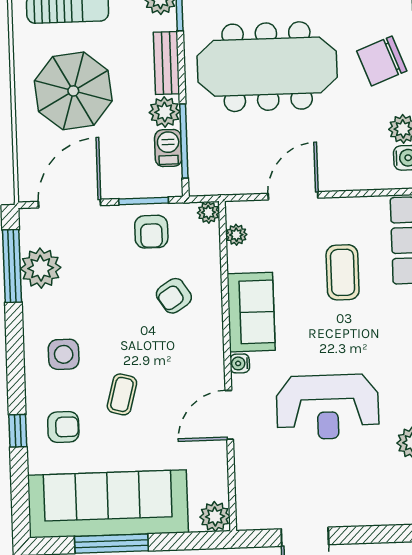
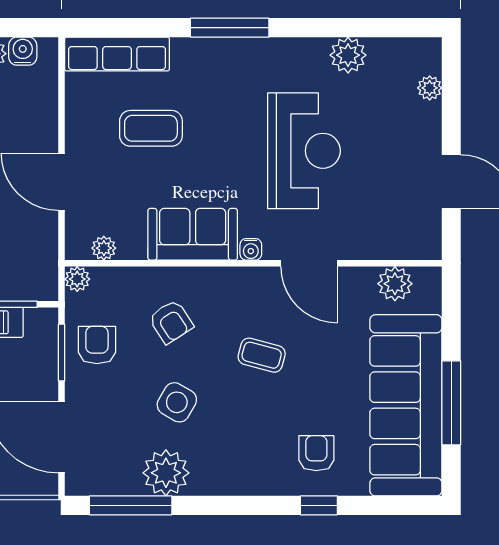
armchair: (151, 232) -> (97, 345), turned -90
plant: (41, 268) -> (166, 473), moved
side table: (64, 354) -> (177, 402), moved, turned 30
coffee table: (122, 394) -> (262, 355), moved
plant: (386, 515) -> (430, 88), added
plant: (215, 517) -> (395, 284), moved

